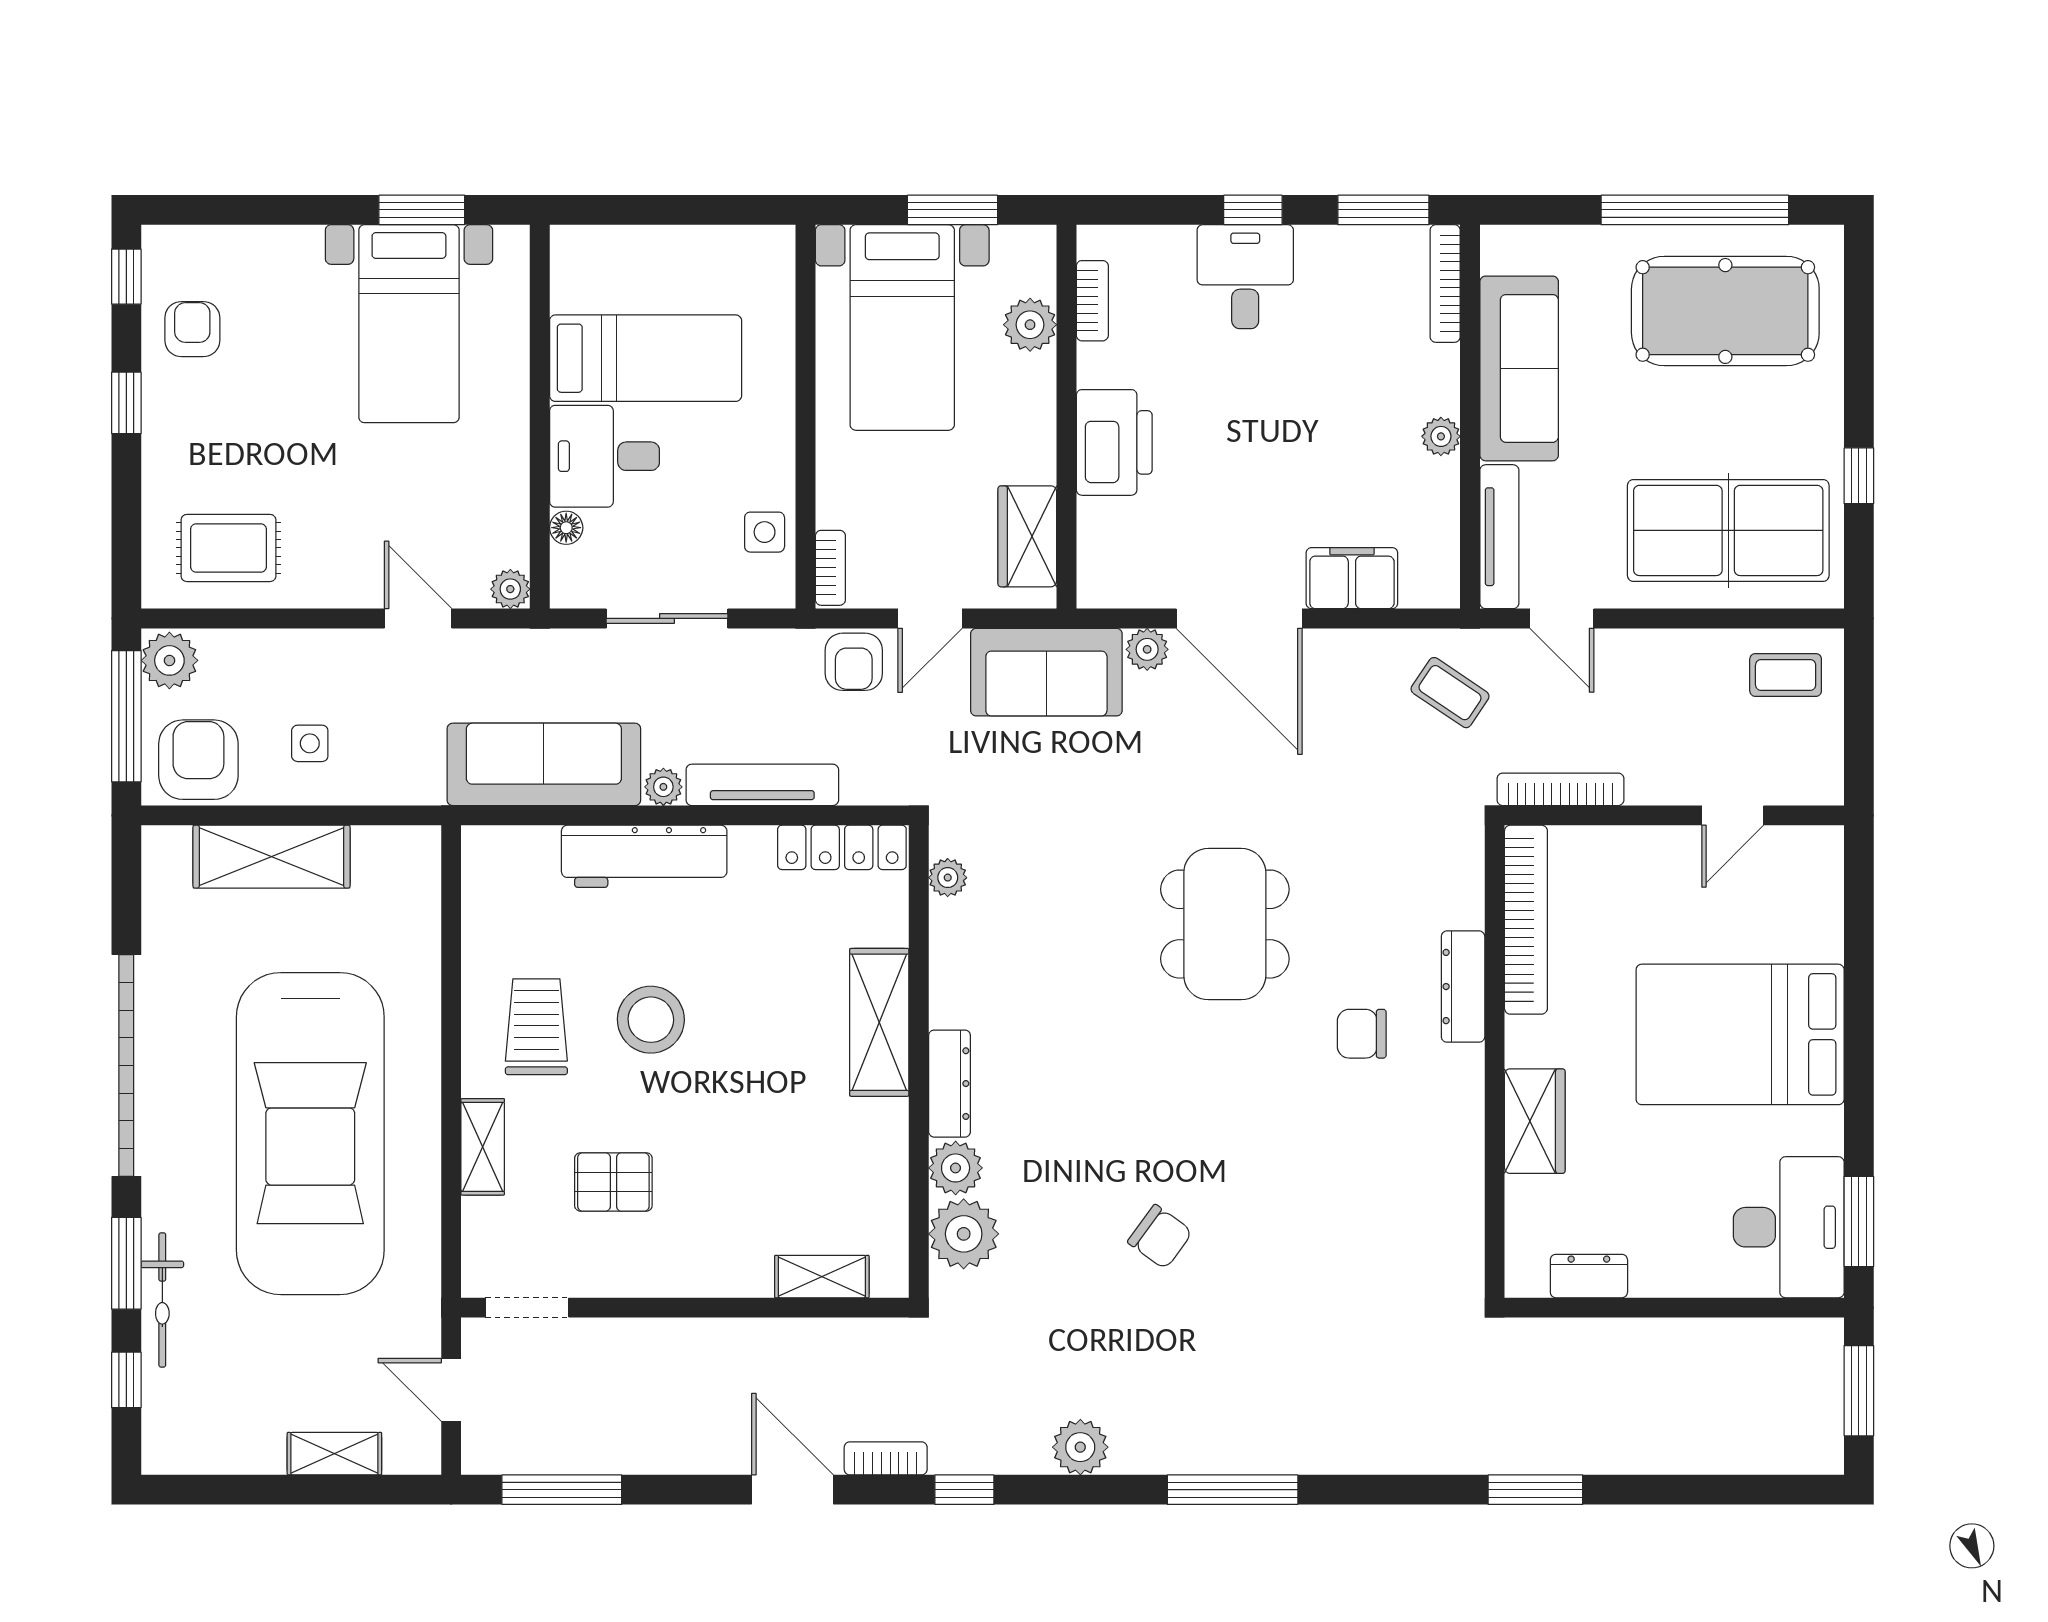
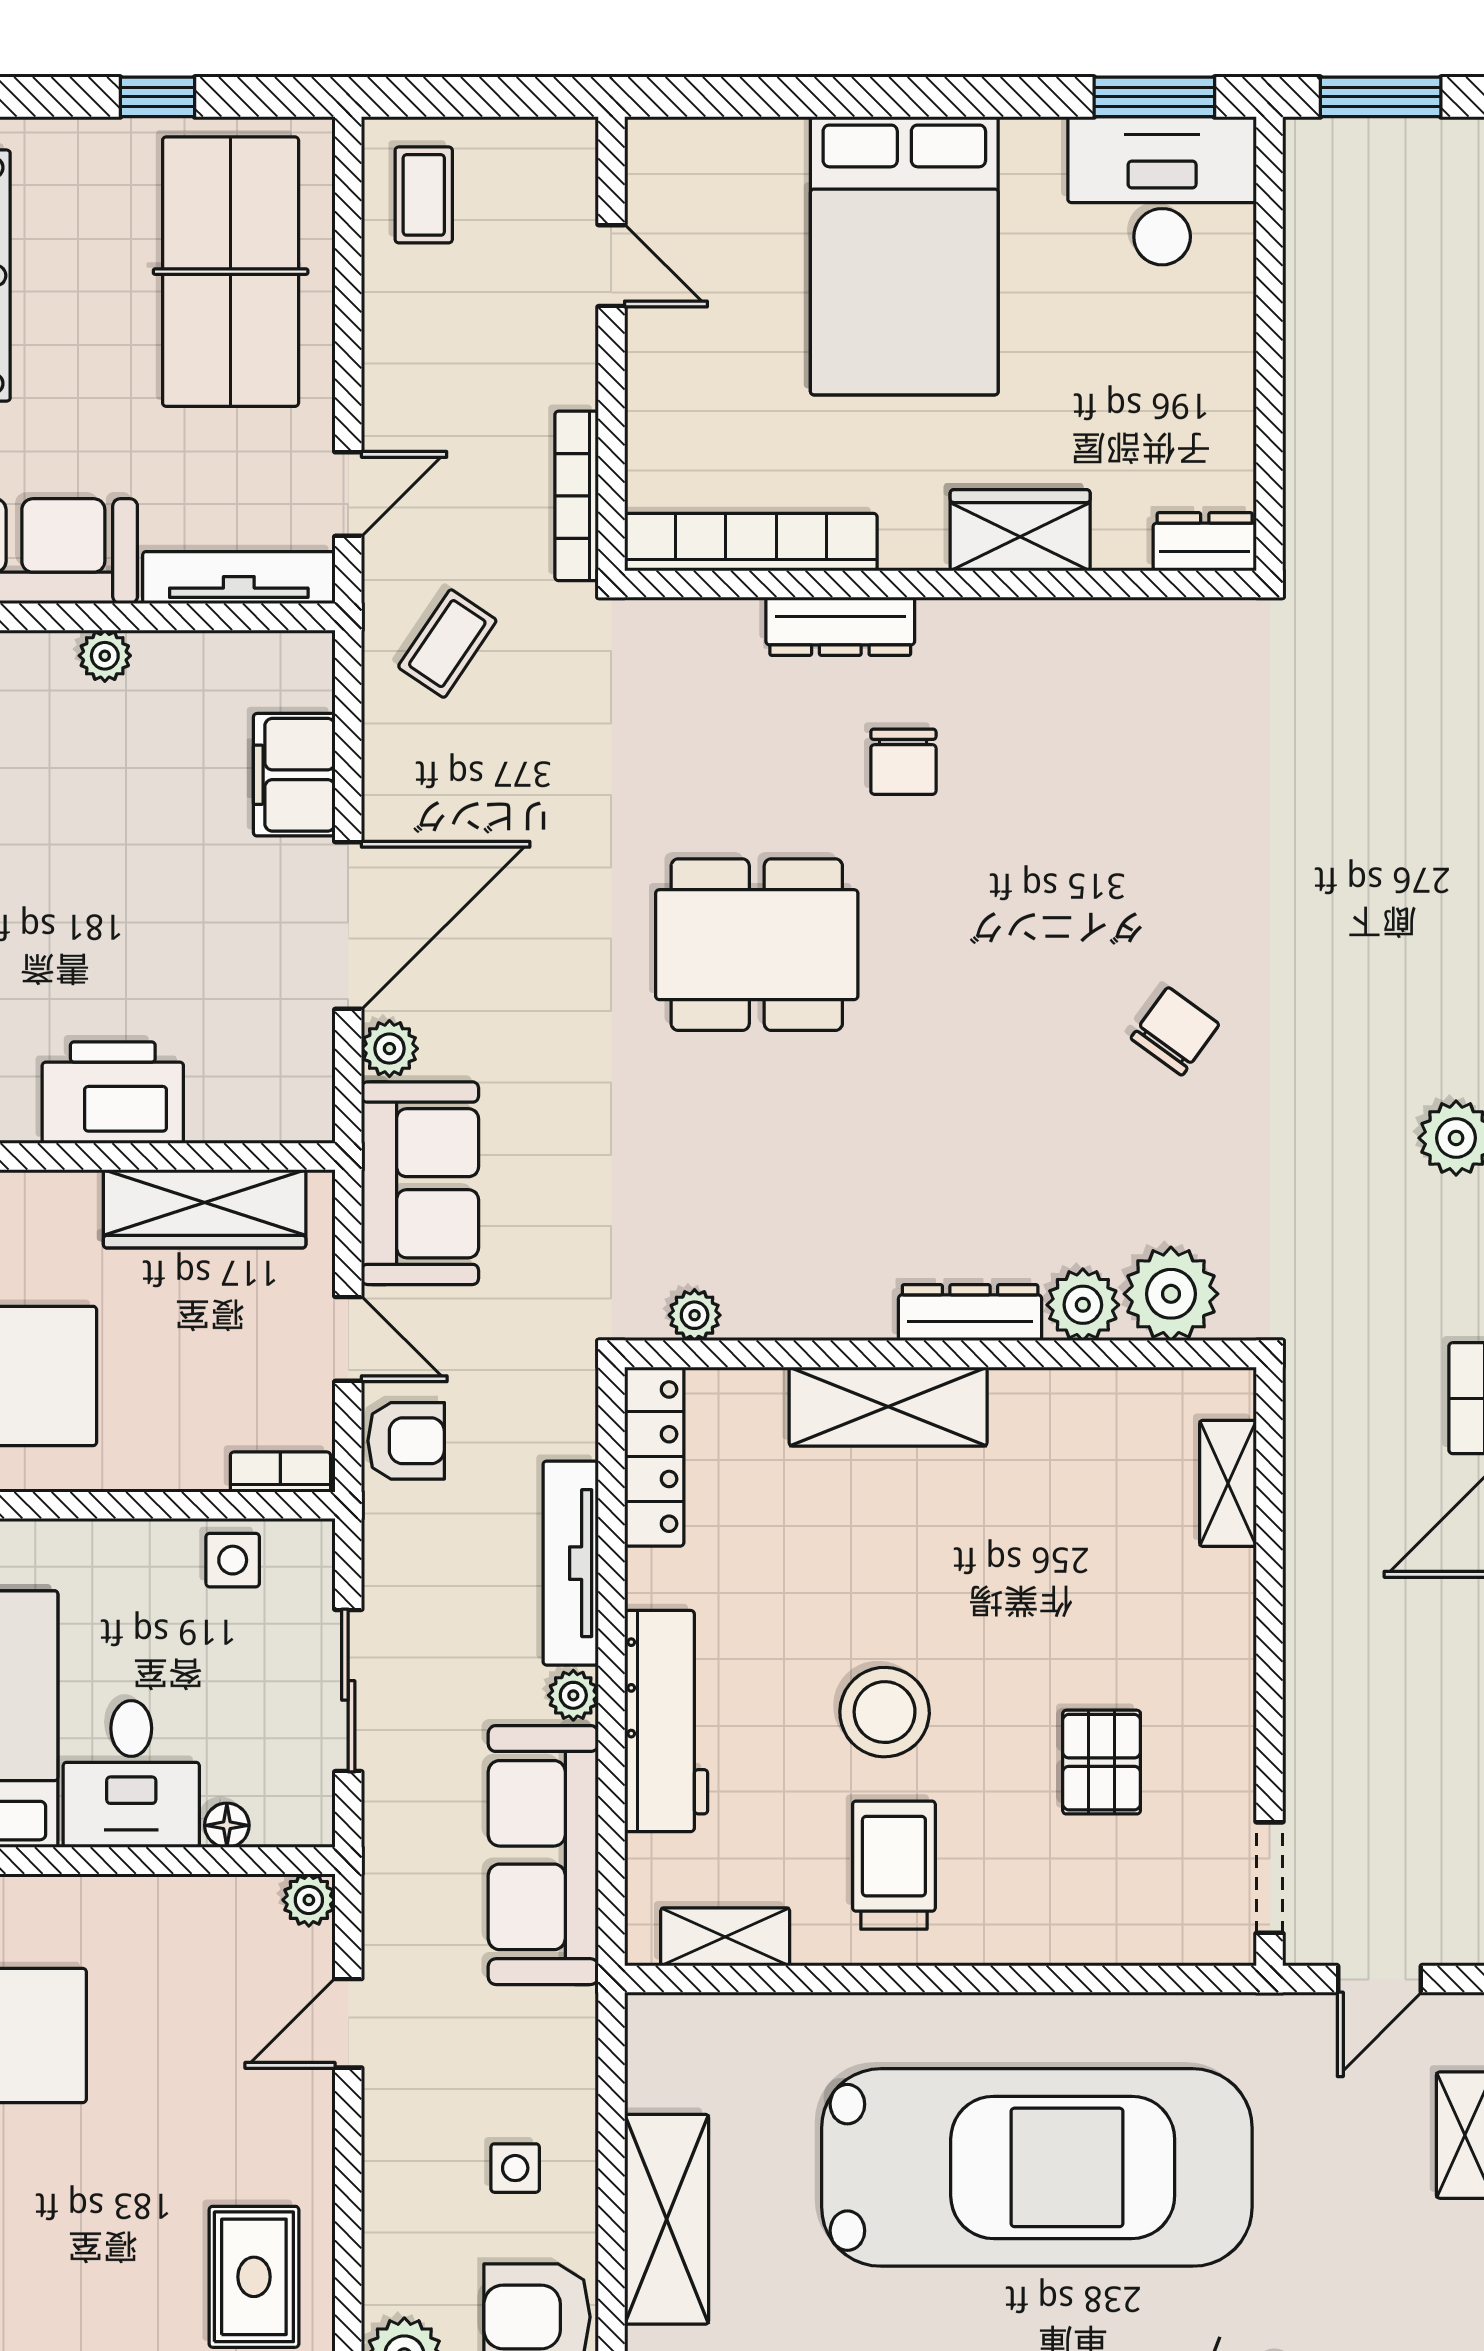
wardrobe: (1027, 536) -> (205, 1209), width x1.50
trolley: (536, 1027) -> (894, 1865), turned 90
shelving: (483, 1147) -> (725, 1937), moved
dresser: (1589, 1276) -> (1205, 542), moved, turned 90

